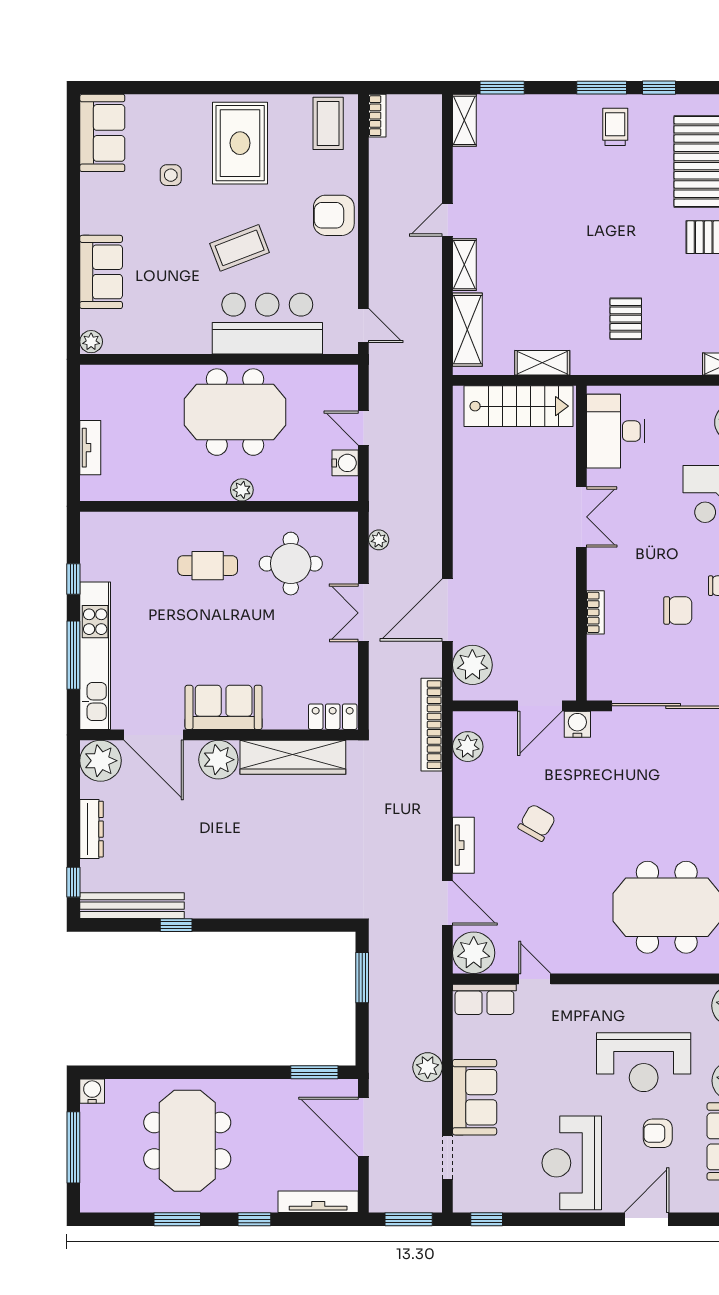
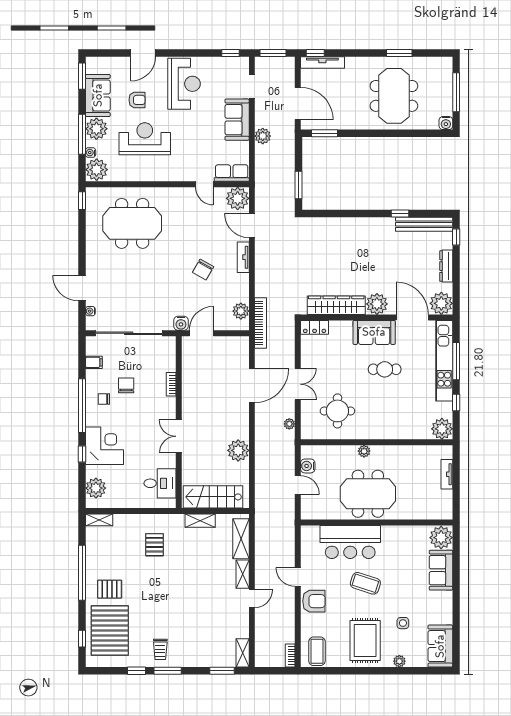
plant: (177, 105) -> (399, 661), added
coffee table: (240, 248) -> (365, 583), turned 39
door: (363, 325) -> (298, 577), moved
plant: (91, 342) -> (441, 538), width x1.87, depth x1.87
desk: (616, 431) -> (160, 483), width x0.73
plant: (99, 531) -> (442, 429), added
cafe table: (208, 566) -> (385, 369), moved
chair: (678, 610) -> (126, 385), turned 90
plant: (472, 665) -> (238, 450), moved
window: (254, 1219) -> (315, 53), moved

